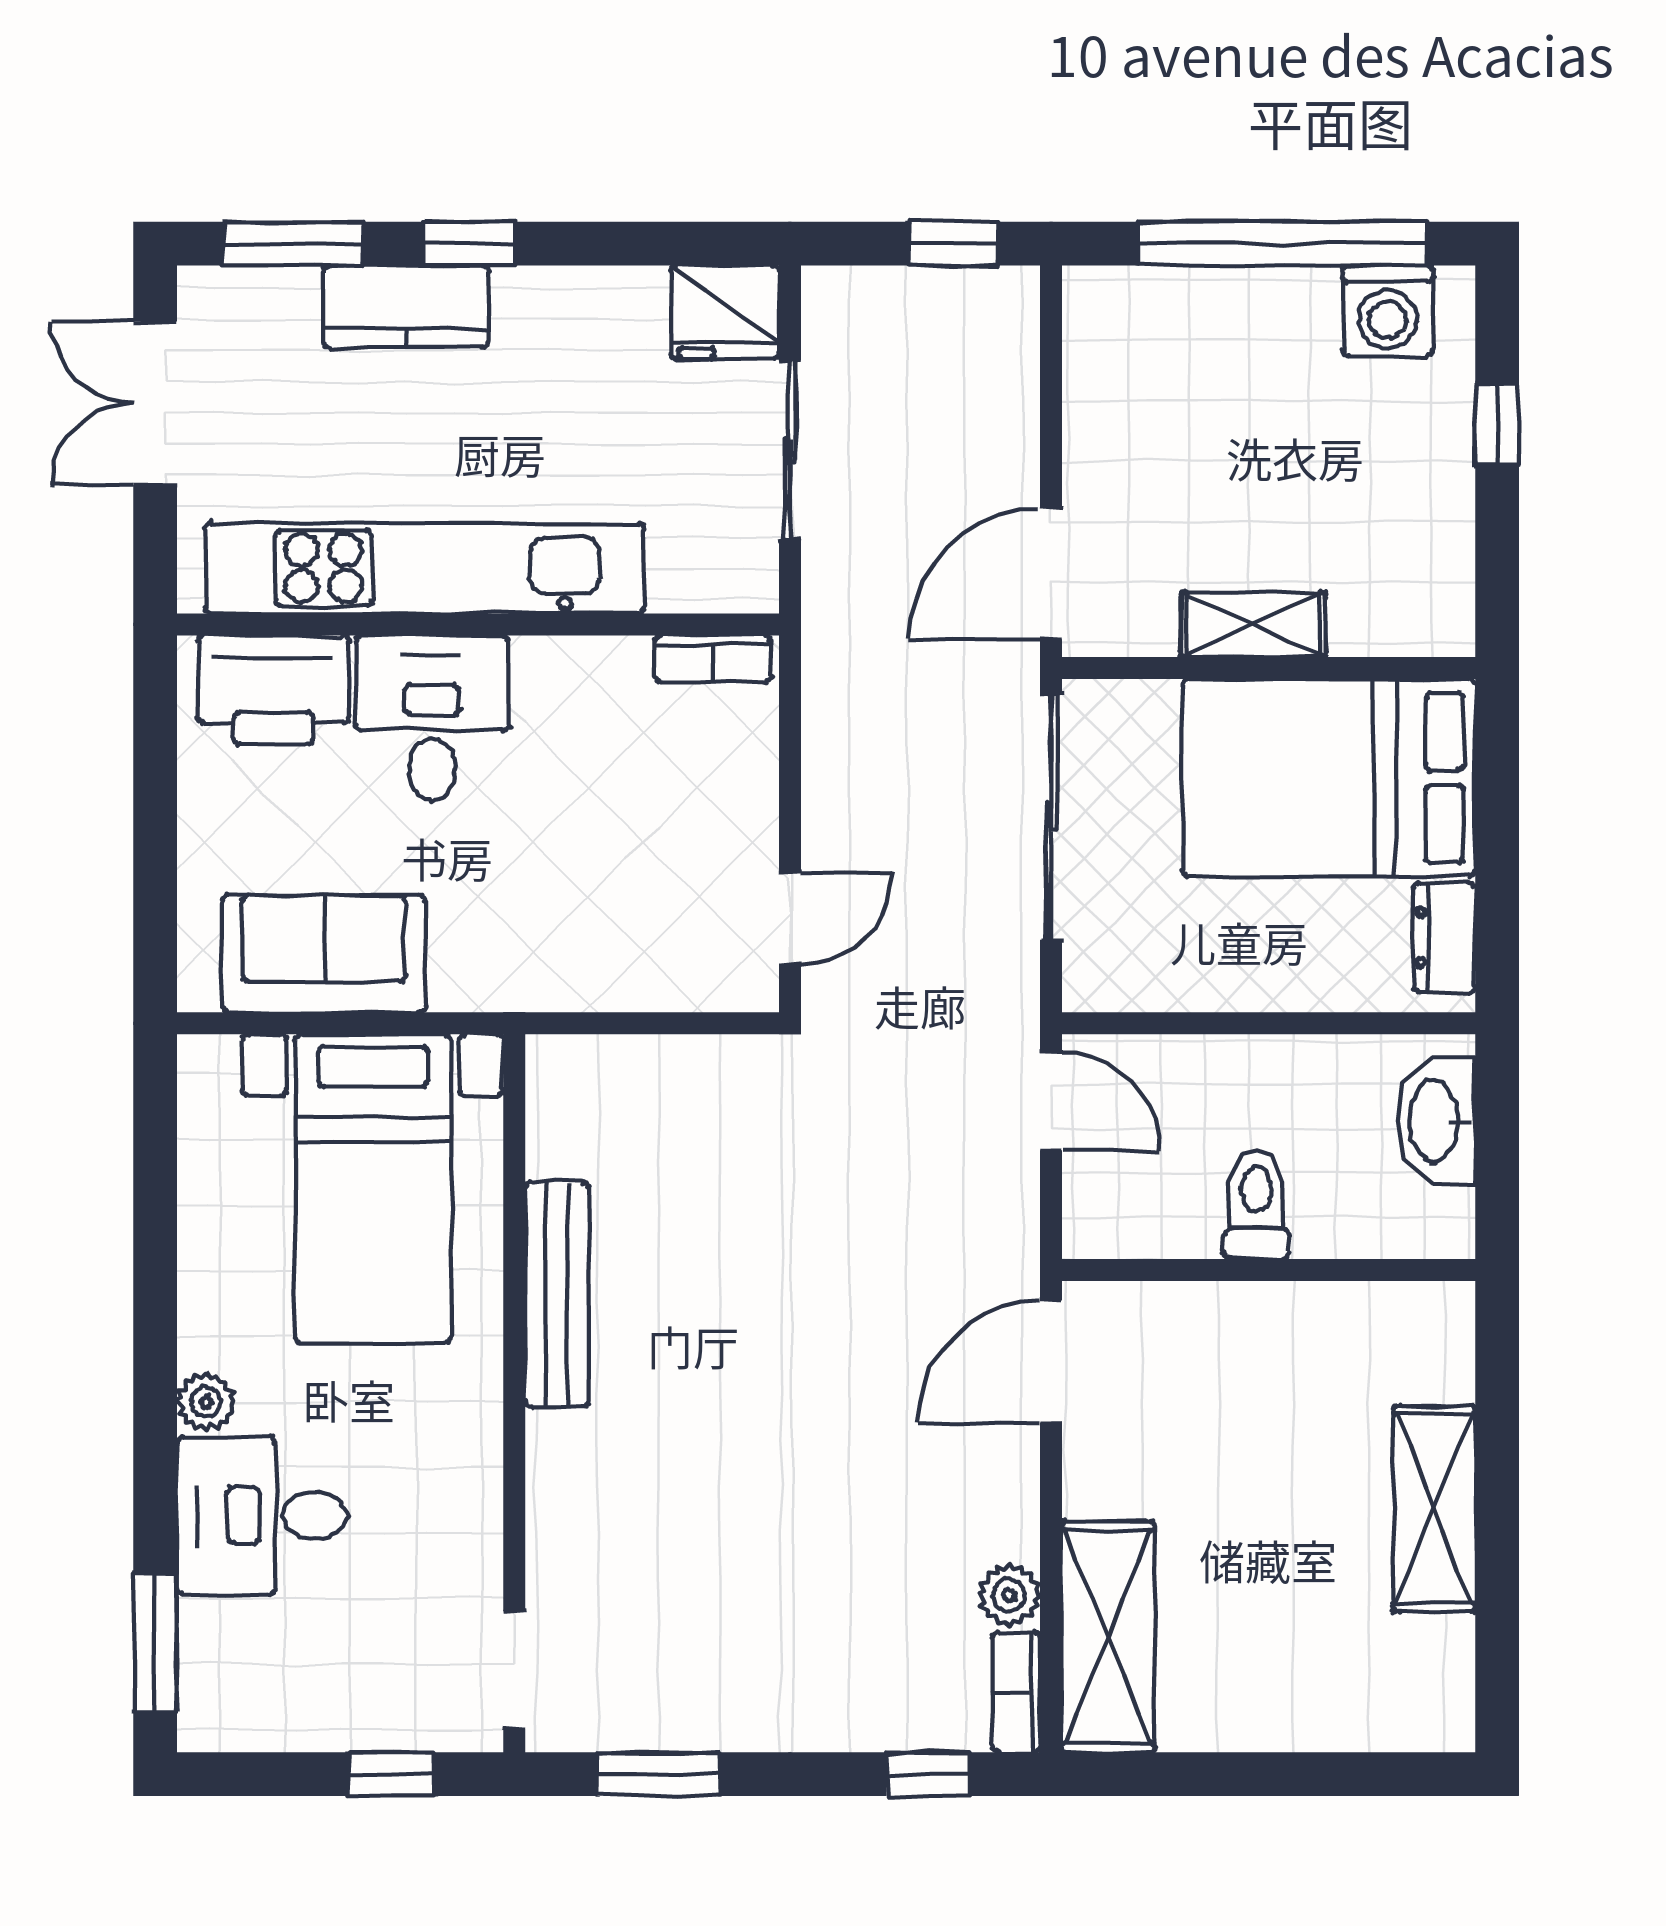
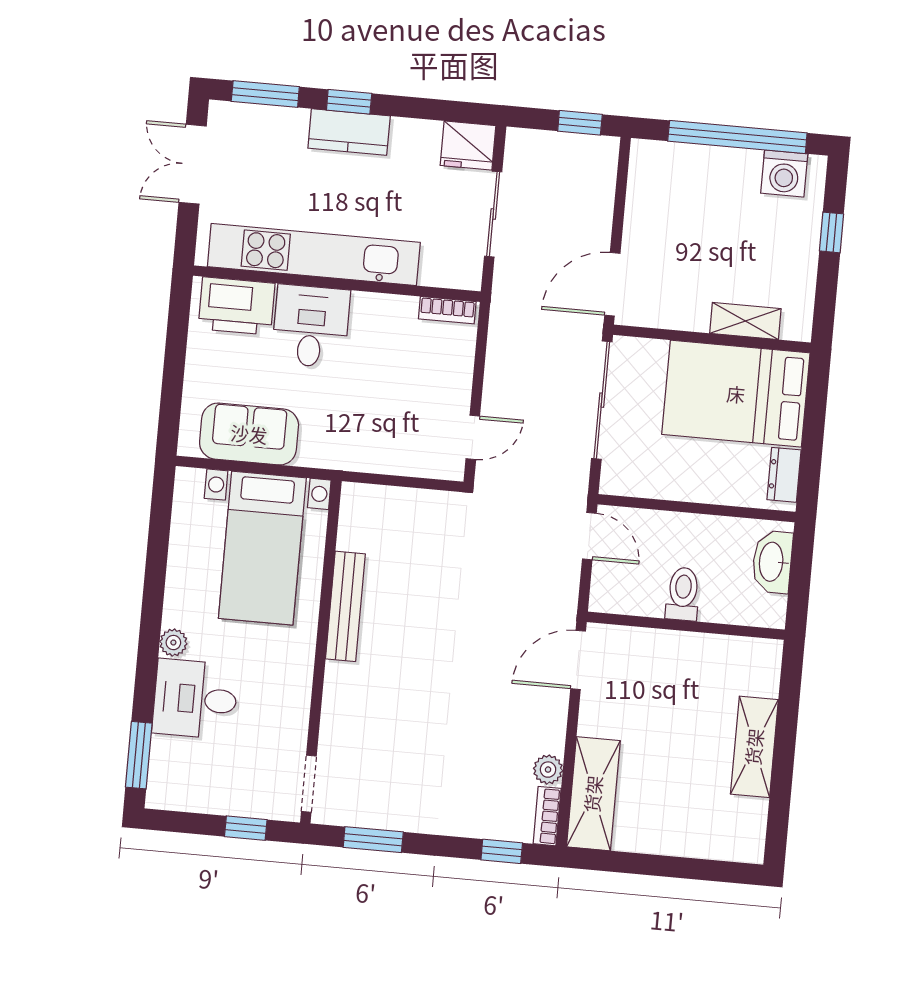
kitchen counter: (406, 307) -> (349, 132), moved
shelving: (1253, 625) -> (745, 321), moved

